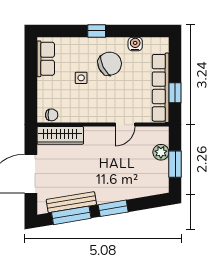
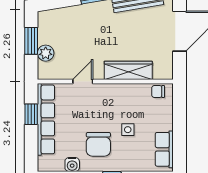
chair: (110, 64) -> (98, 144), turned -63
wardrobe: (60, 135) -> (128, 70), moved

